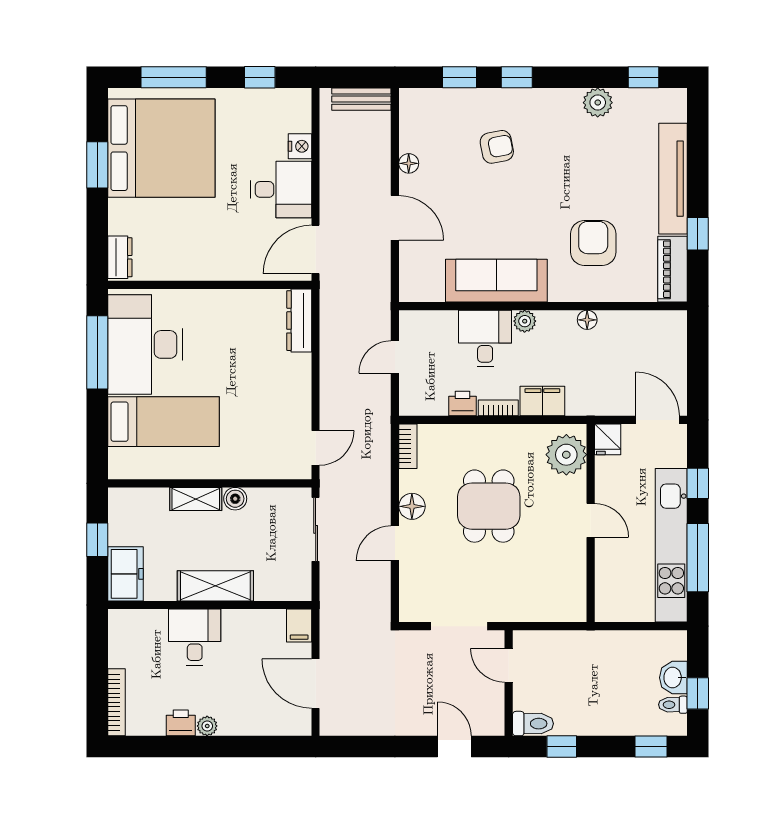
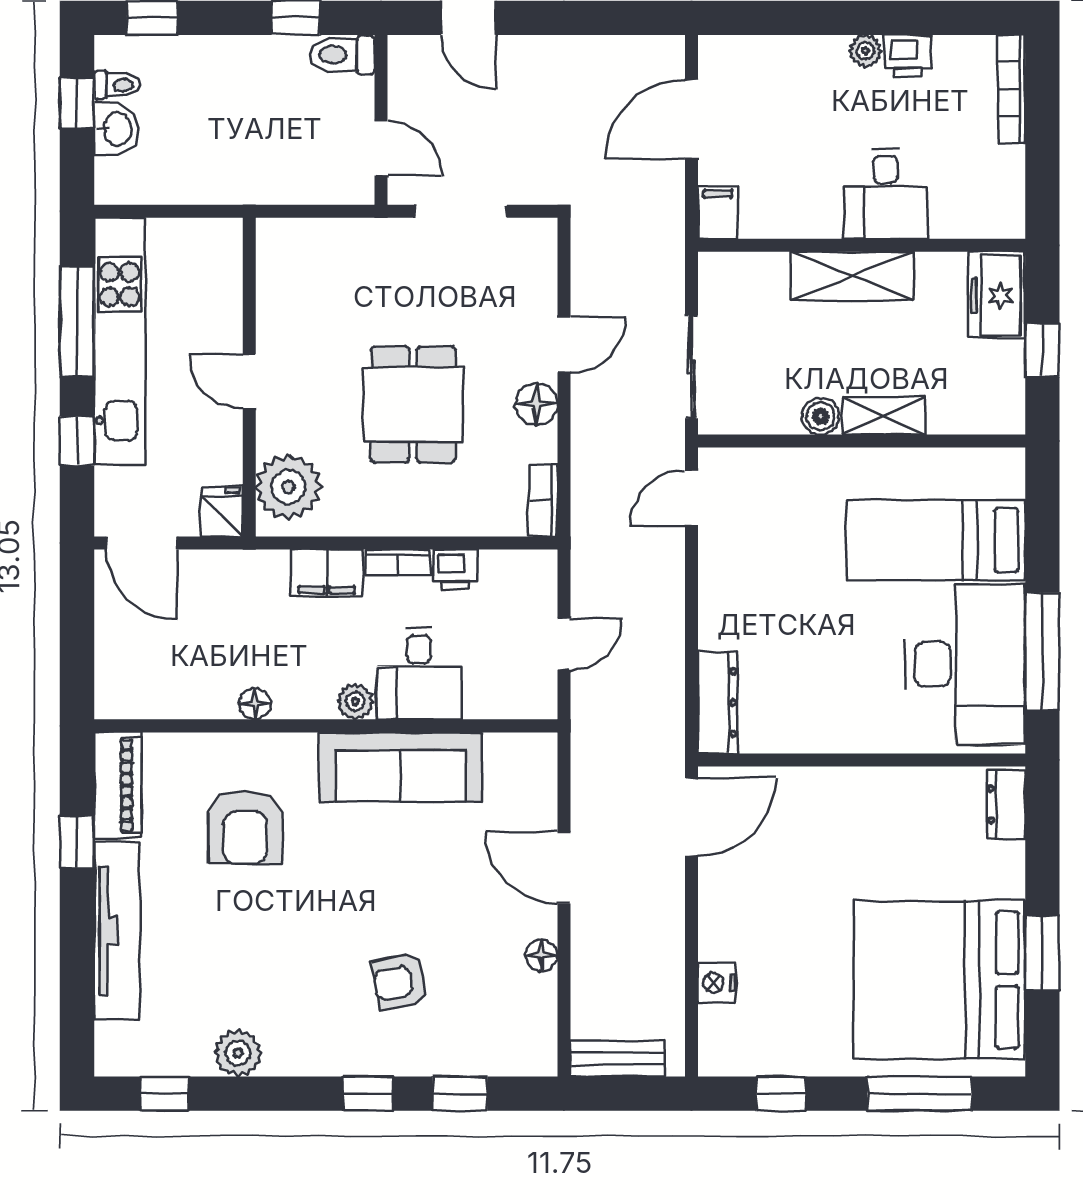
desk: (281, 189) -> (747, 913), removed
door: (316, 684) -> (691, 119), swing flipped

